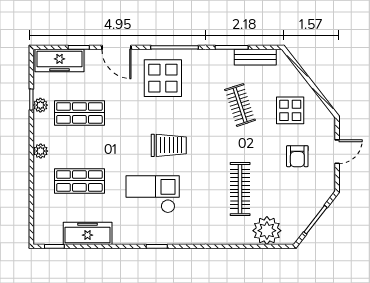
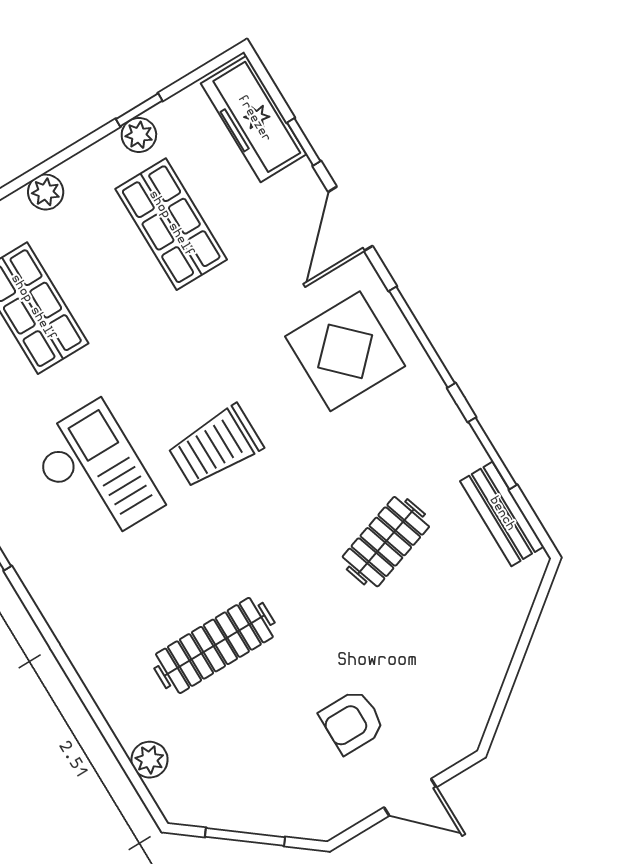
display table: (290, 110) -> (437, 651), removed
trolley: (169, 145) -> (215, 446), turned 90
plant: (267, 231) -> (149, 760), width x0.53, depth x0.53

